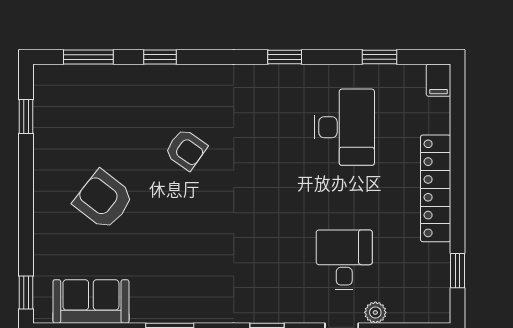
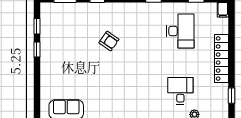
armchair: (104, 200) -> (72, 64), removed
window: (26, 292) -> (37, 50), moved

